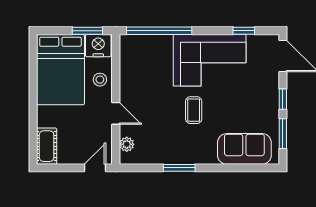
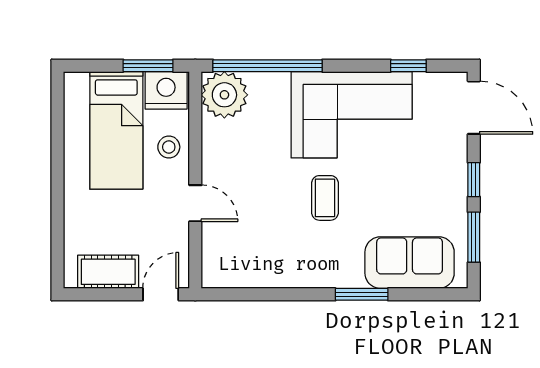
bed: (60, 70) -> (116, 130), width x0.67
plant: (127, 144) -> (224, 95), moved, width x1.88, depth x1.88
cot: (47, 146) -> (108, 272), moved, turned 90
window: (179, 168) -> (362, 294), moved

